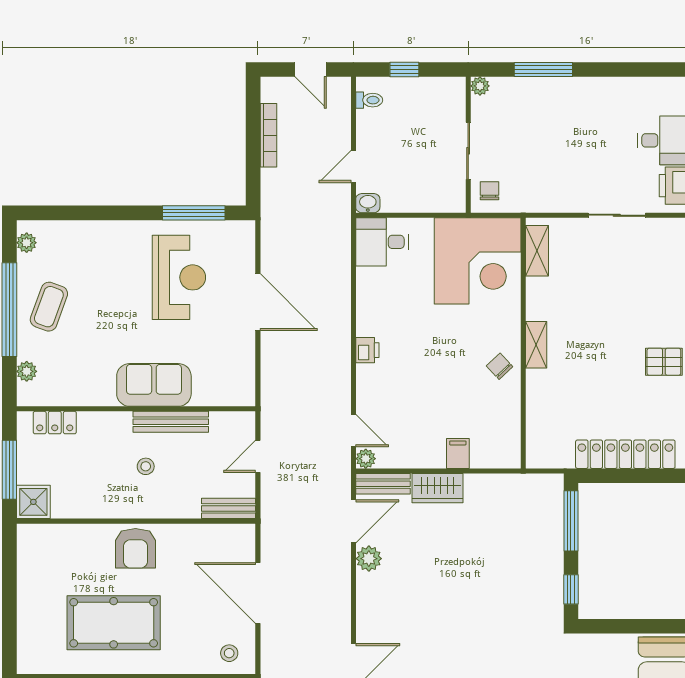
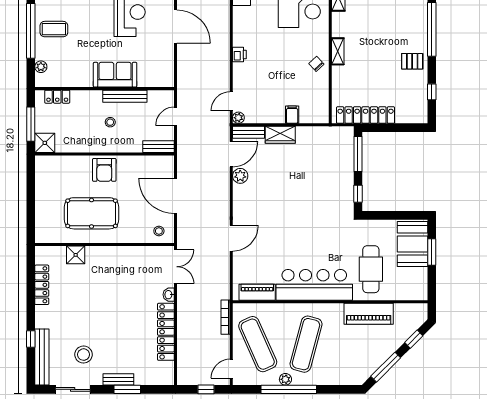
coffee table: (49, 307) -> (54, 29), turned 70
door: (353, 431) -> (231, 101), swing flipped
locker: (625, 454) -> (366, 115), moved

